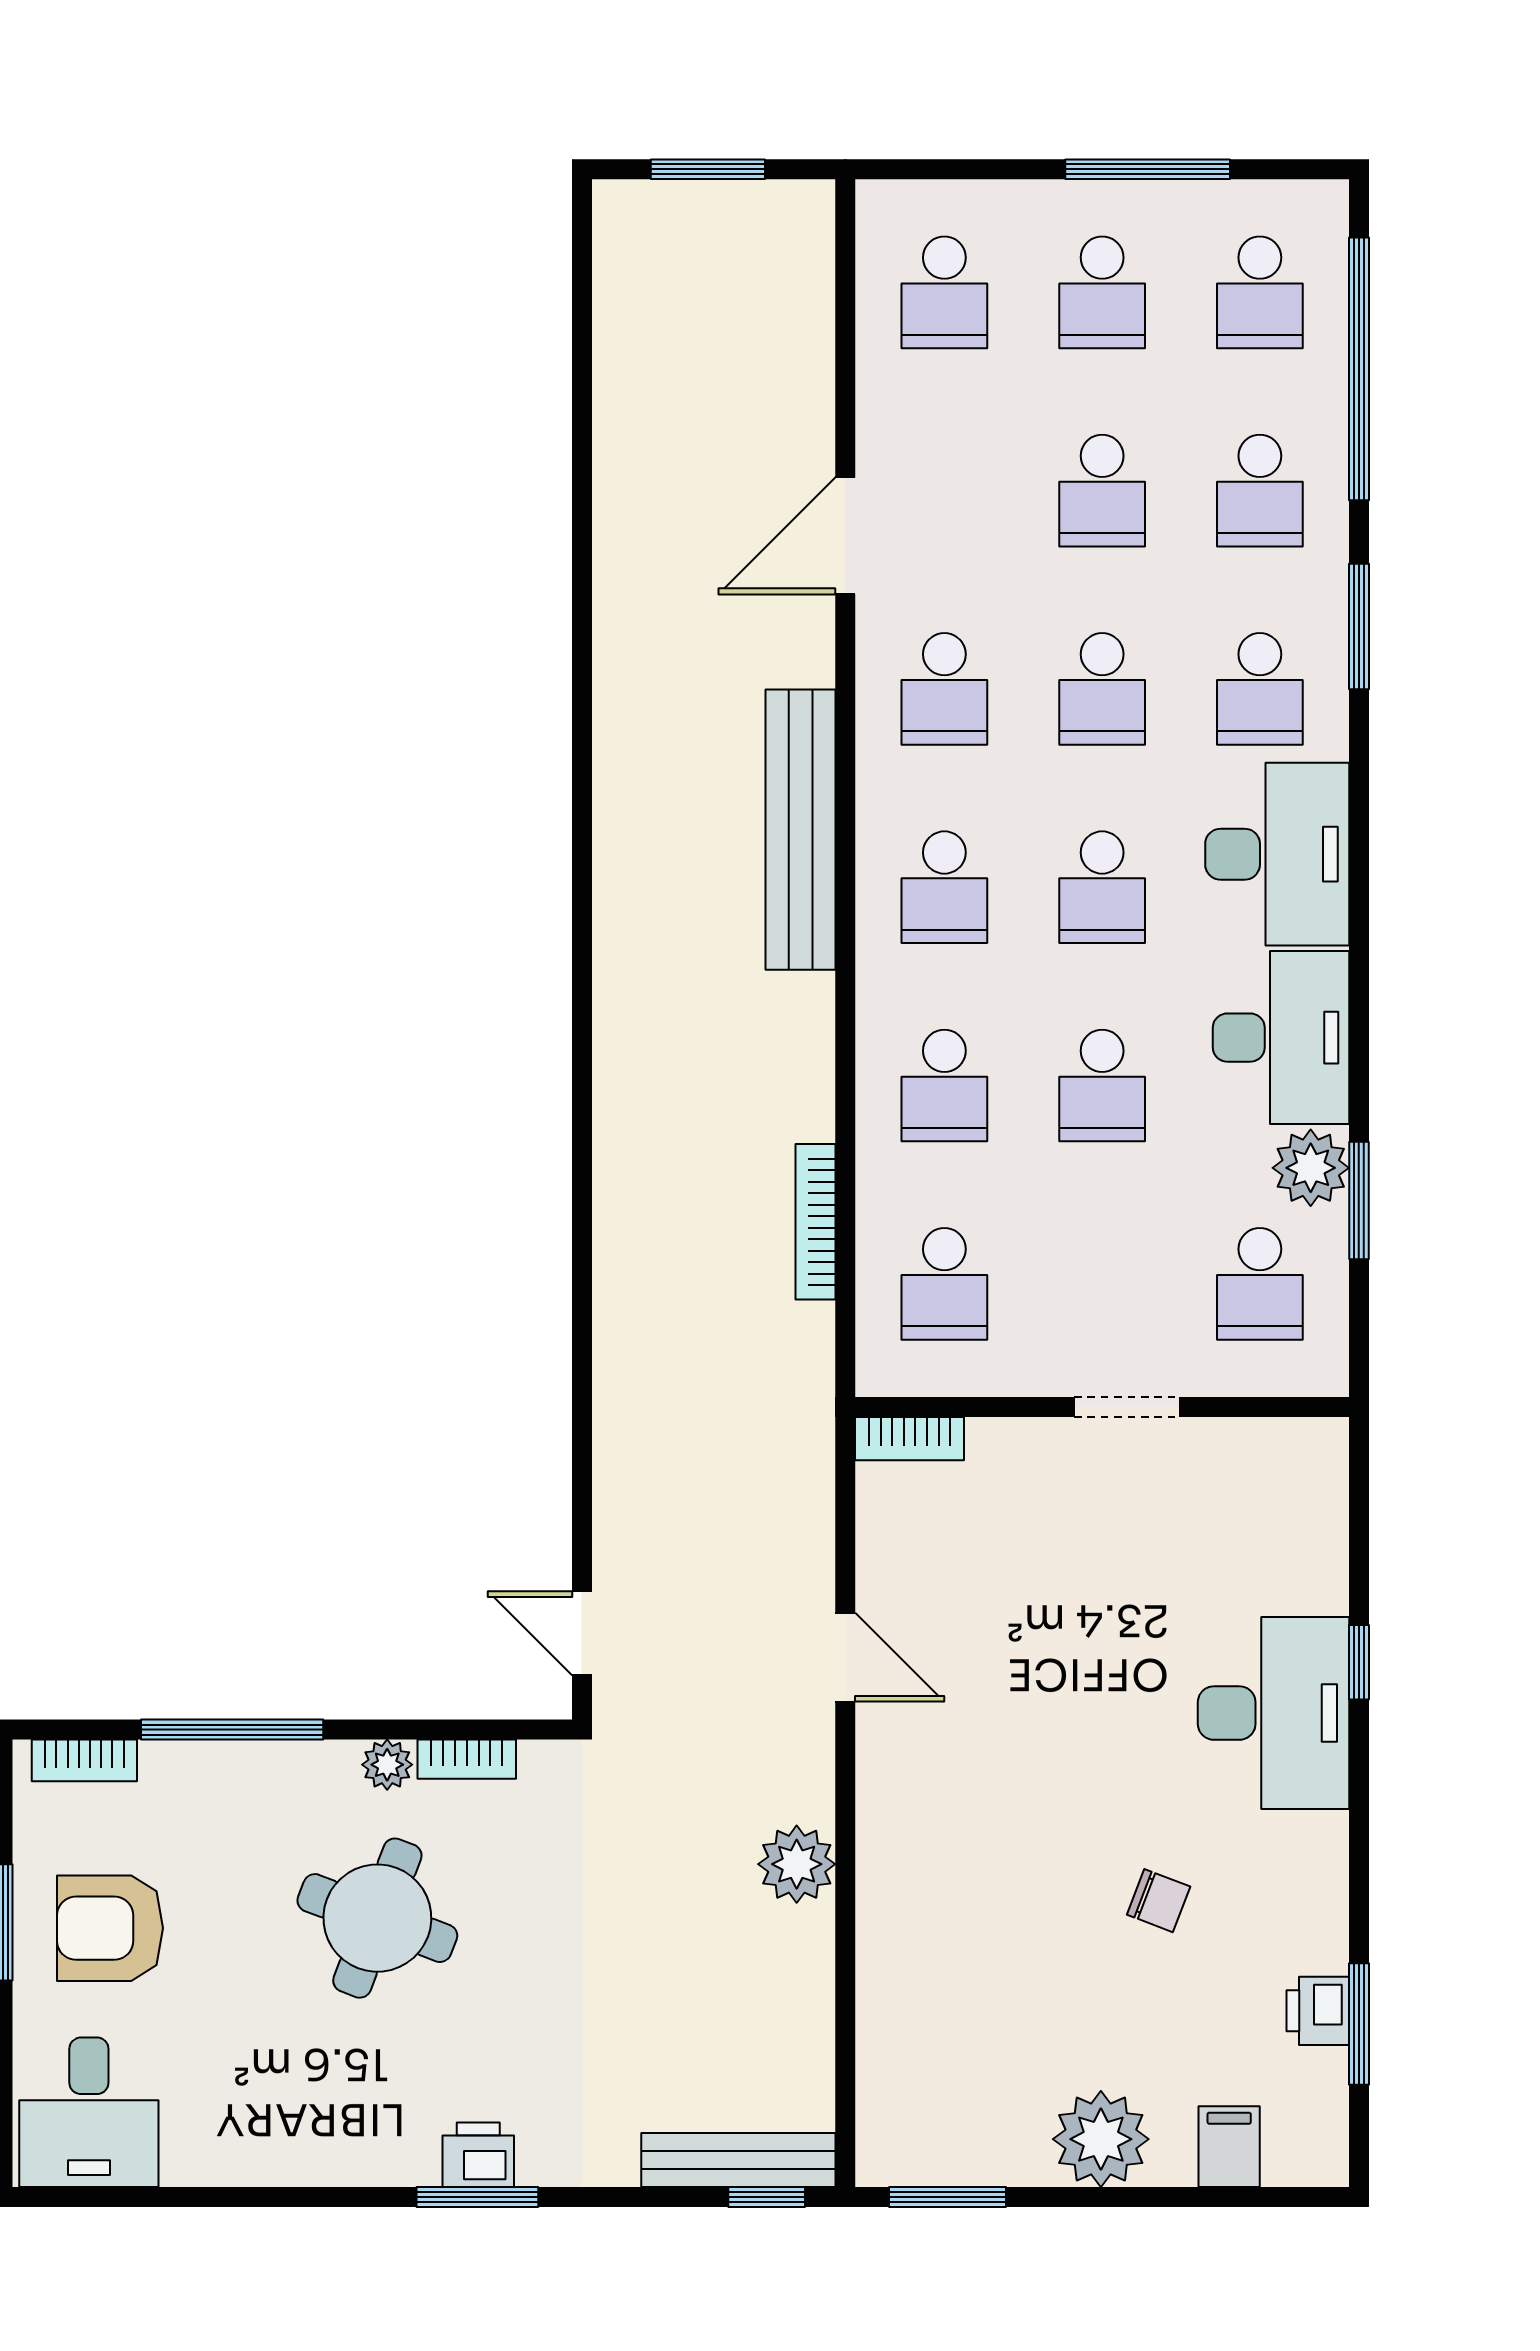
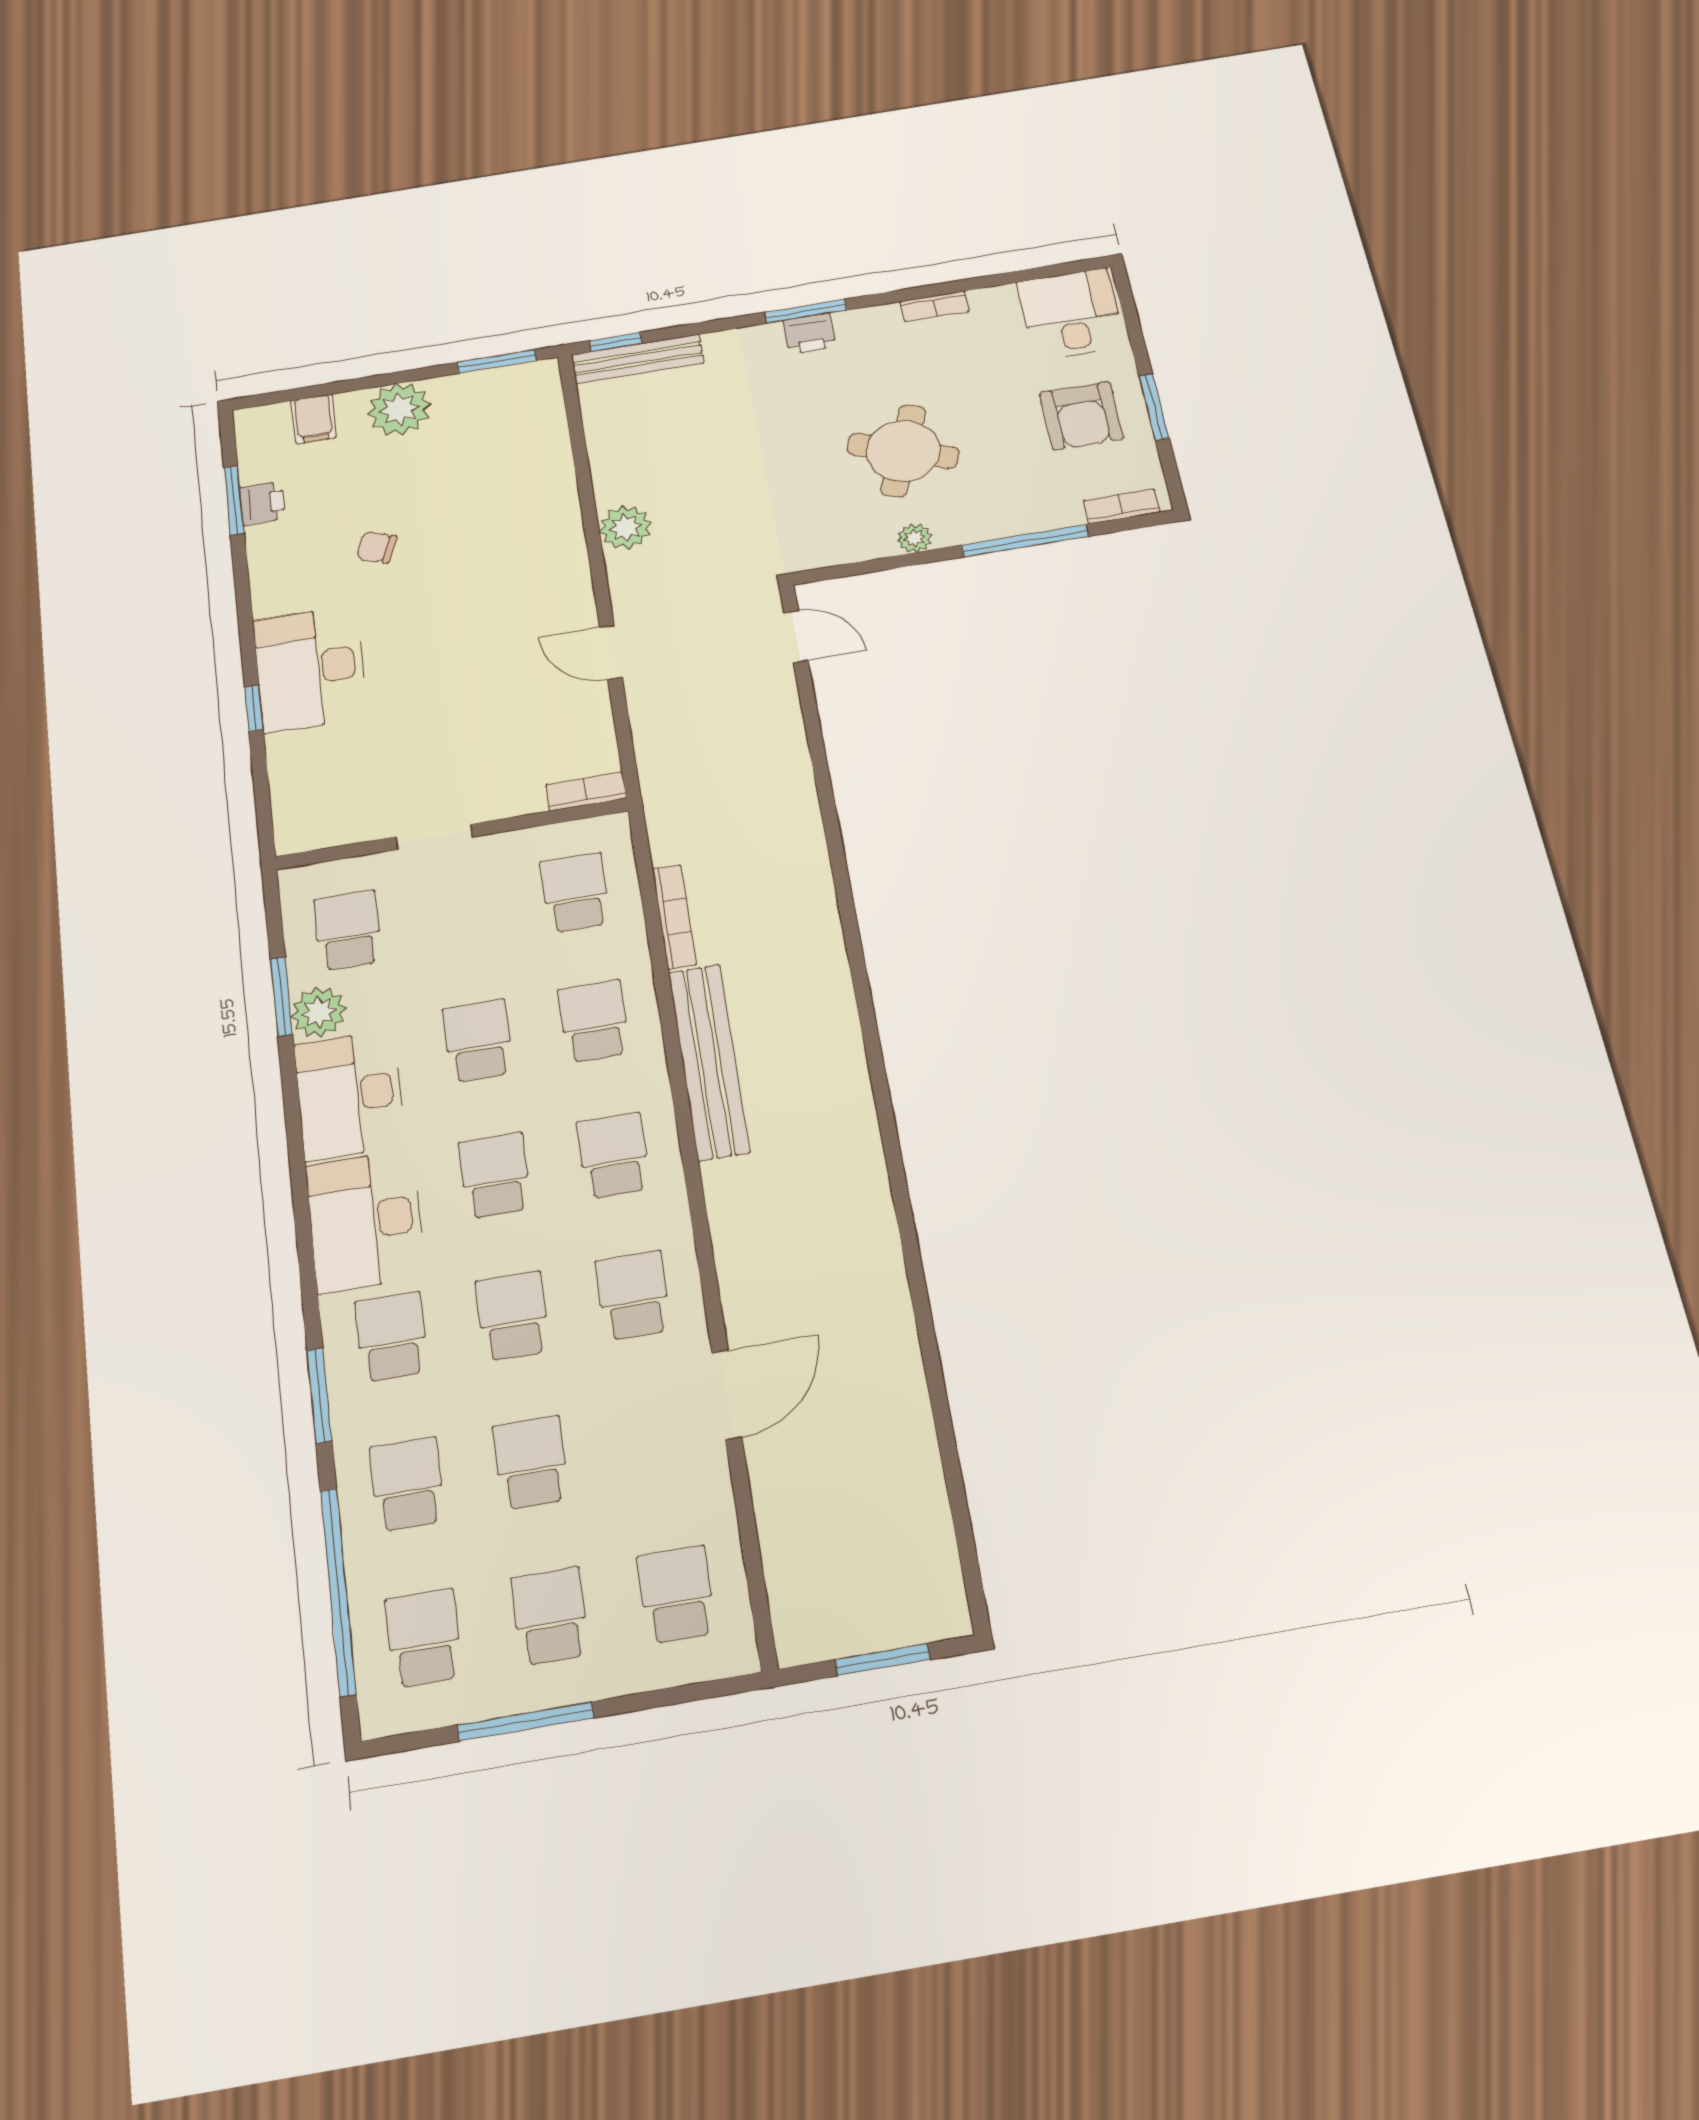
bench: (801, 830) -> (709, 1062), moved
bookcase: (467, 1759) -> (935, 306), moved, turned 180
armchair: (110, 1928) -> (1081, 416), turned 90

